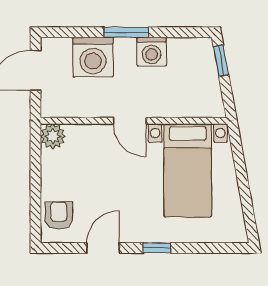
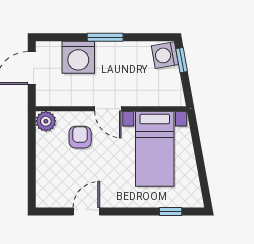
washing machine: (152, 52) -> (165, 55), moved, turned 80
armchair: (59, 216) -> (80, 137), moved
window: (157, 248) -> (171, 211), moved

